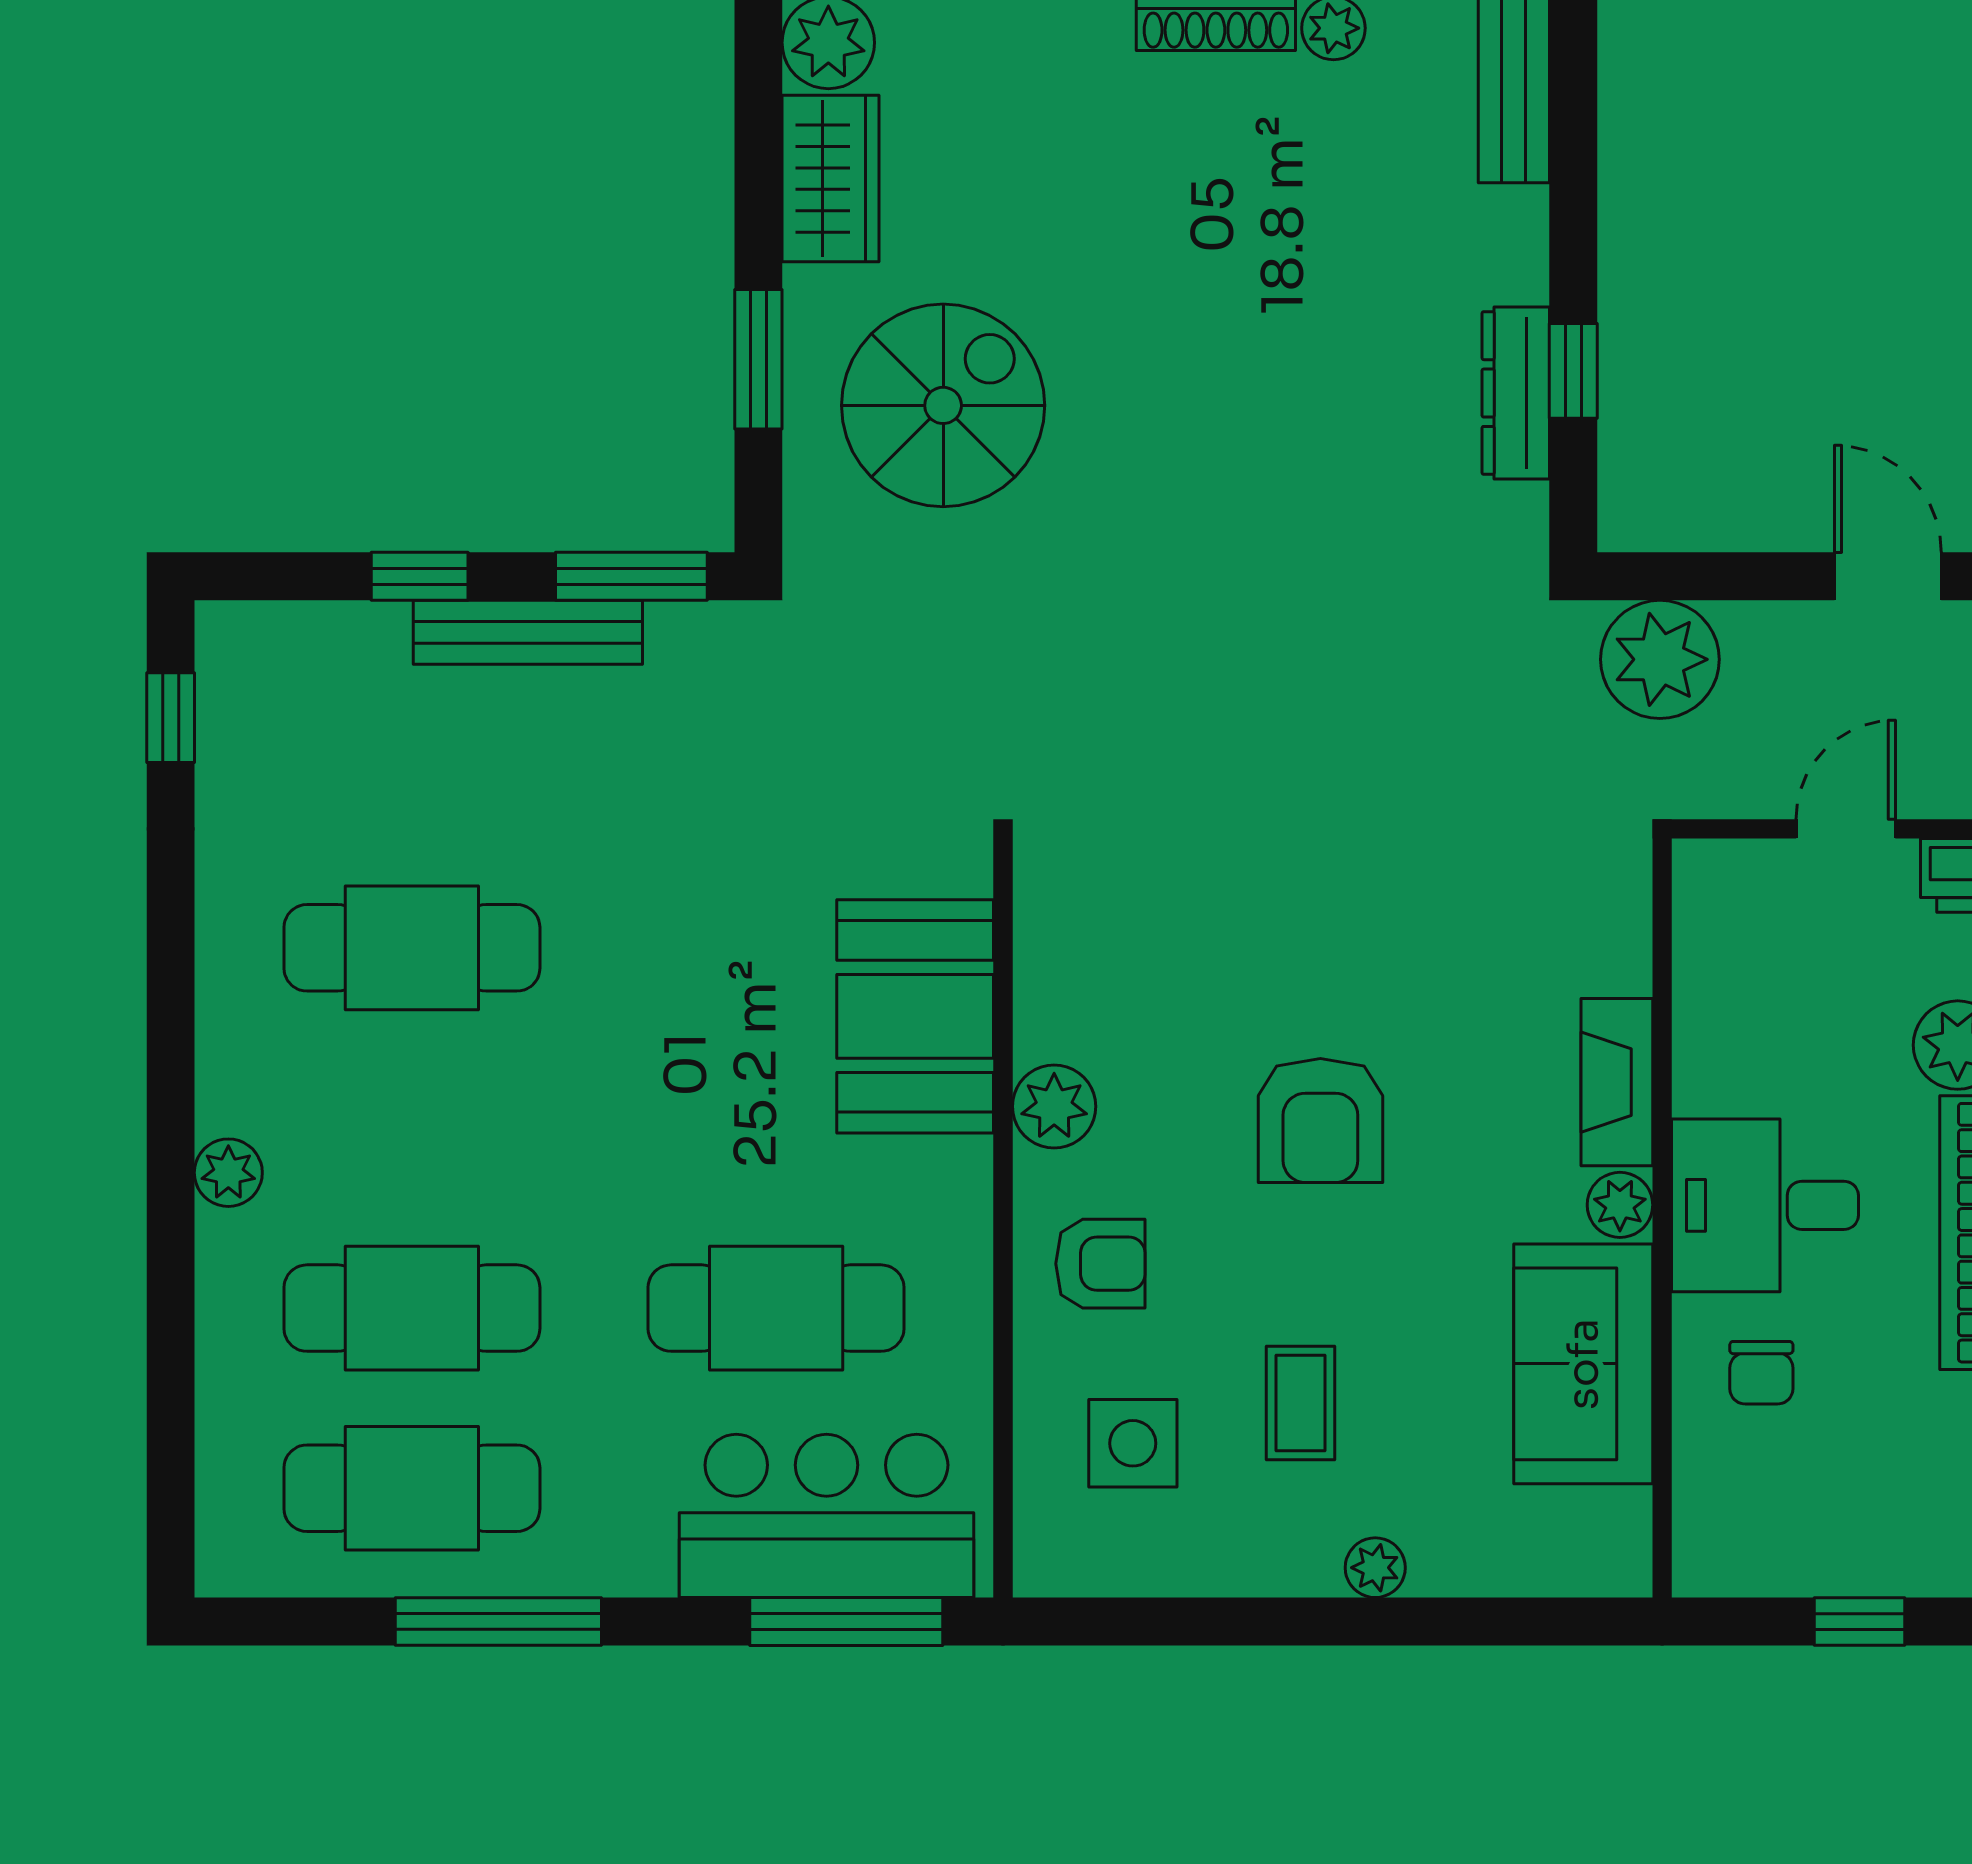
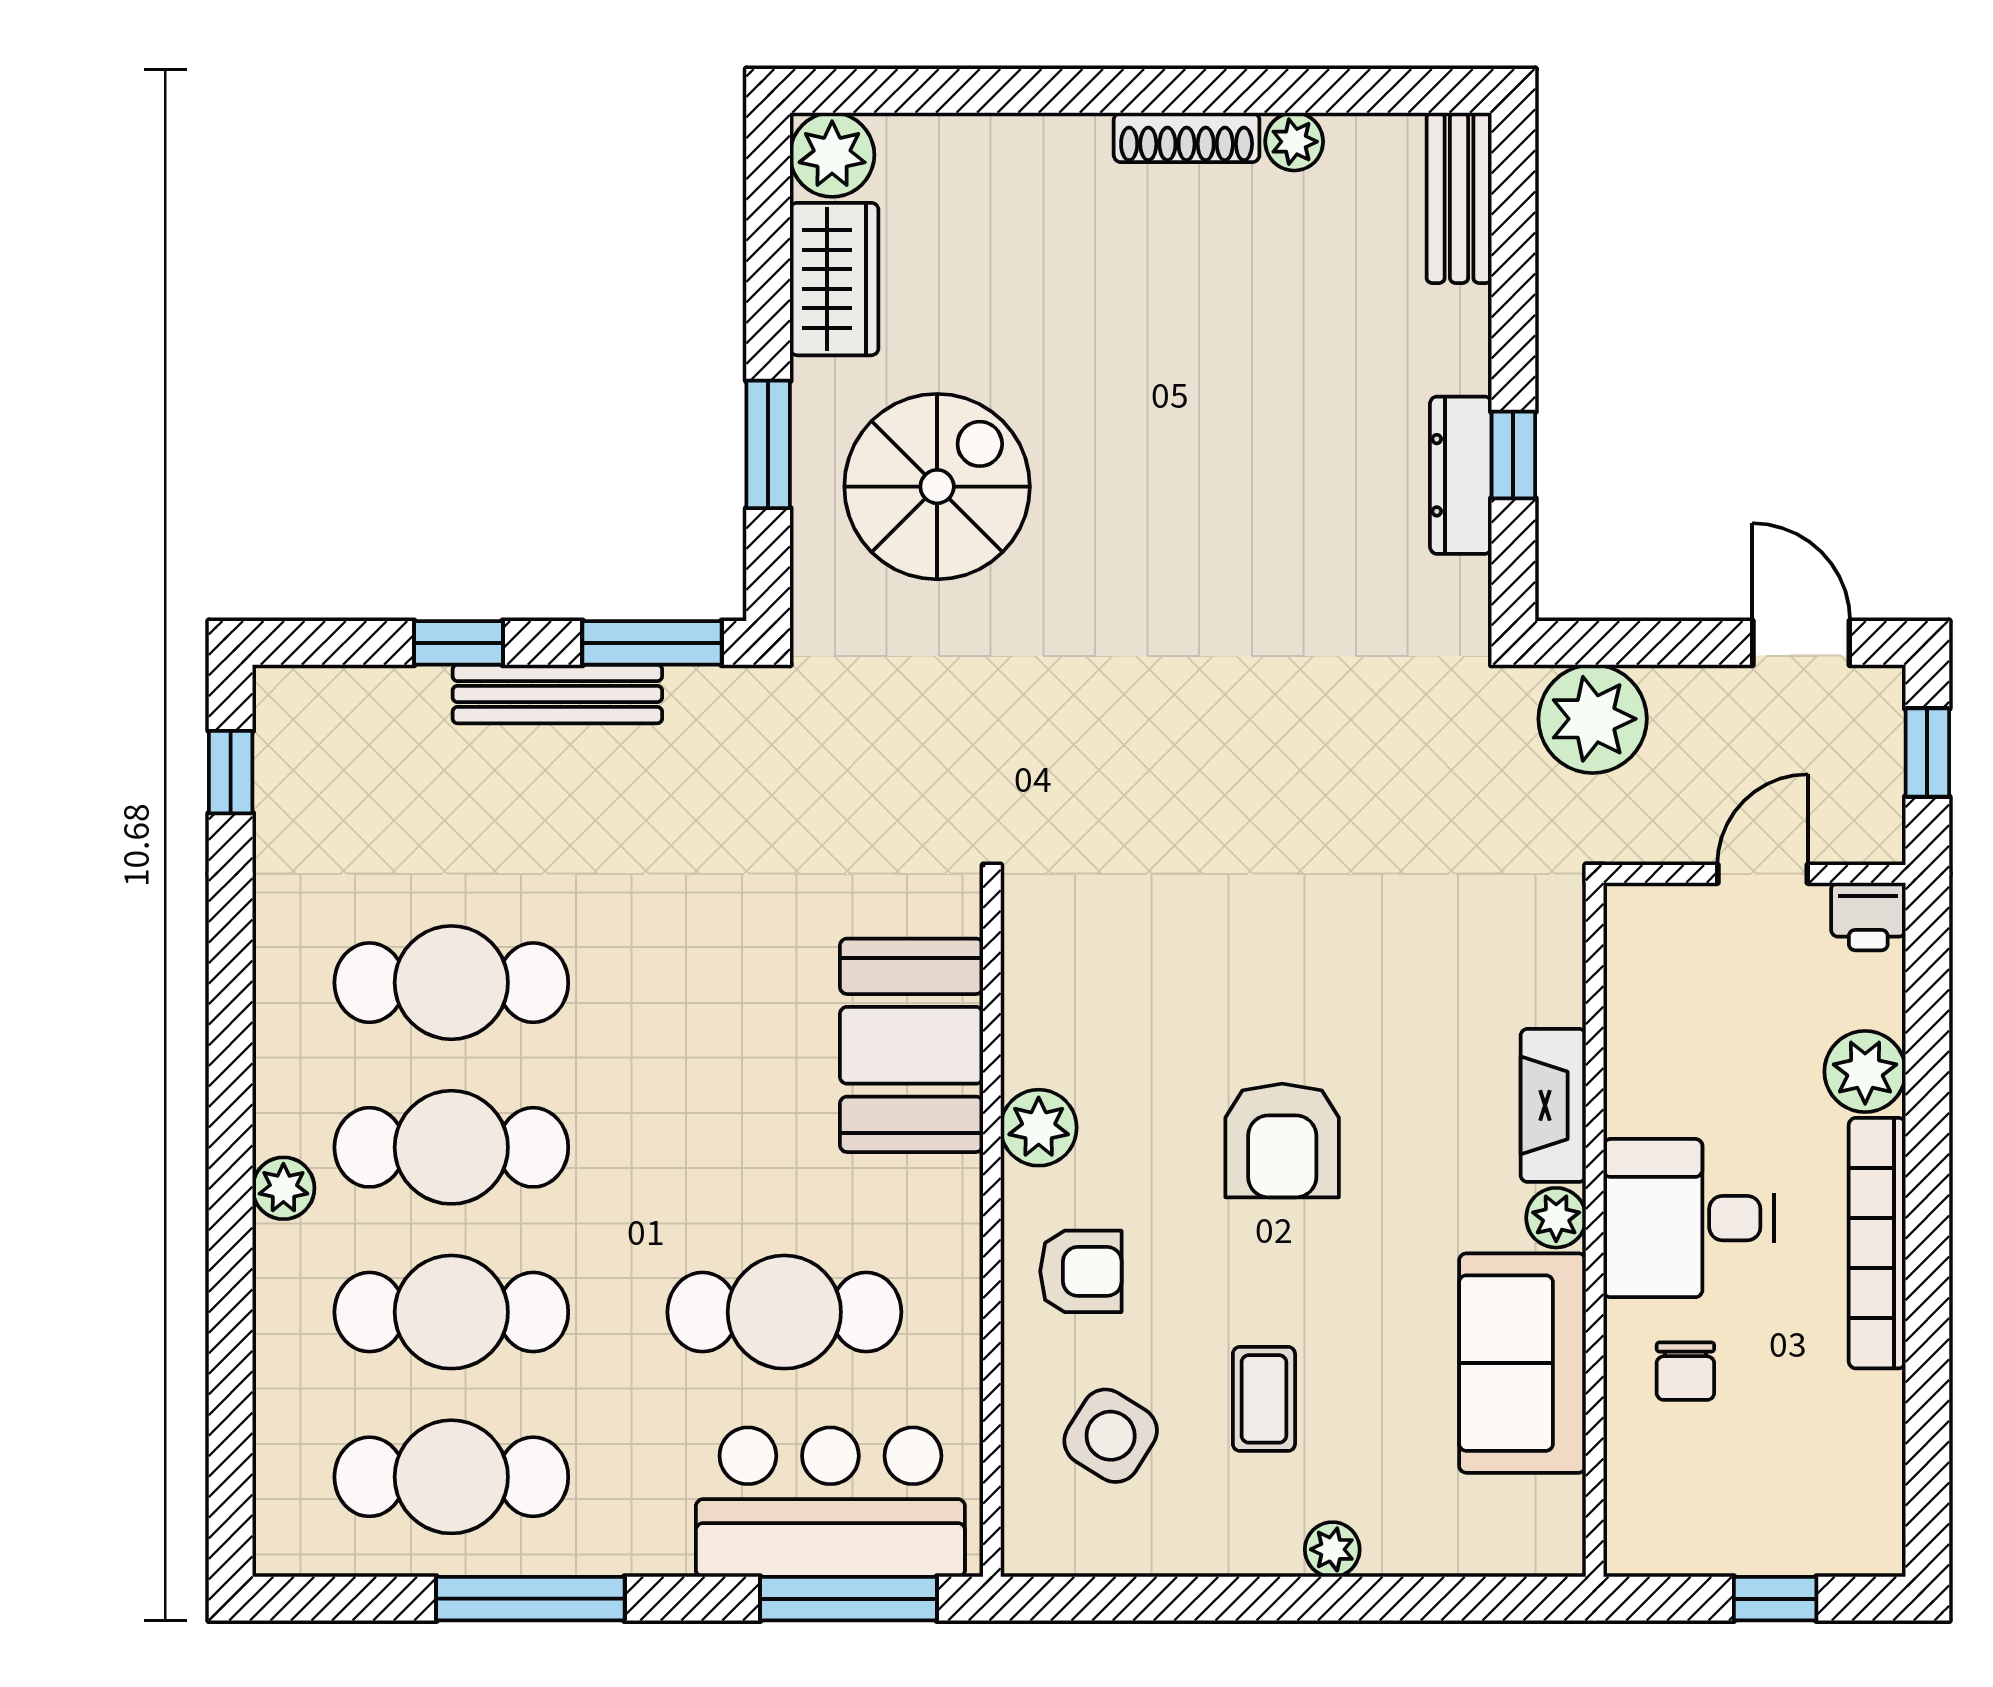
cafe table: (412, 1128) -> (451, 1147), added
side table: (1133, 1443) -> (1111, 1436), turned 32

